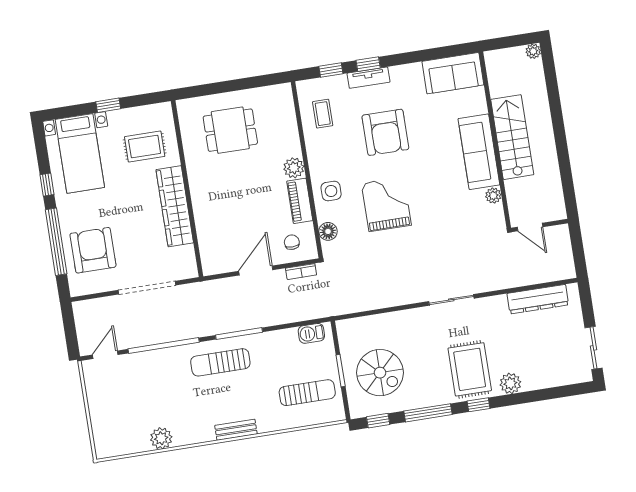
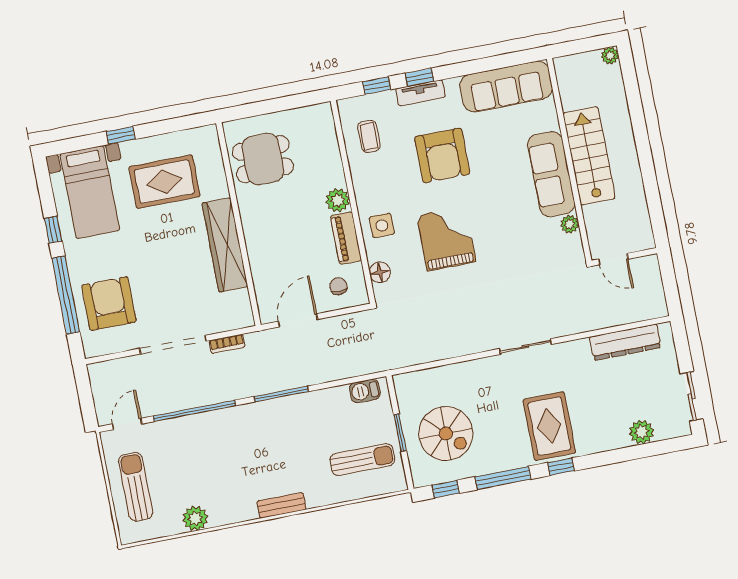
sofa: (453, 73) -> (506, 87), width x1.36
rug: (145, 147) -> (164, 182), width x1.36, depth x1.43
wall: (187, 189) -> (239, 224), moved
wardrobe: (175, 206) -> (225, 245), moved
bookcase: (301, 272) -> (227, 344), moved
sun lounger: (220, 362) -> (136, 487), moved, turned 90
plant: (510, 383) -> (642, 432), moved

